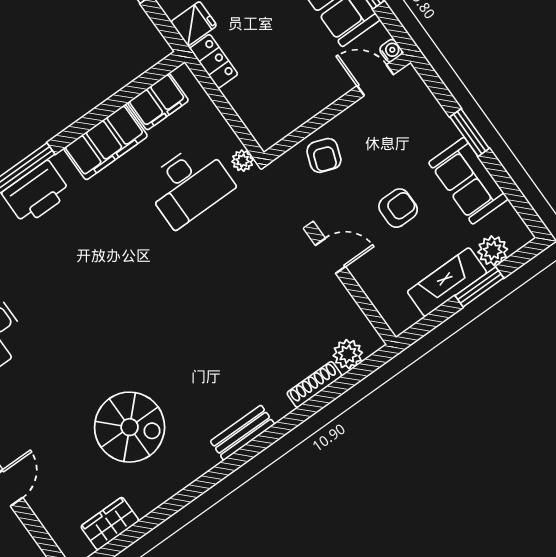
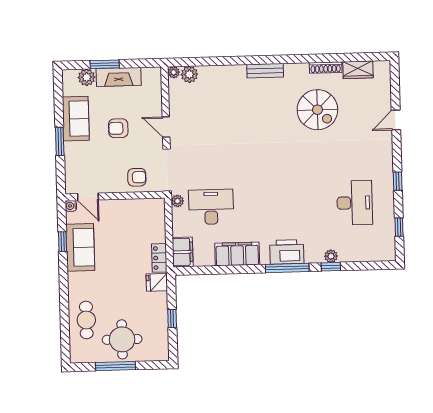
filing cabinet: (158, 102) -> (183, 252), moved, turned 90
armchair: (324, 155) -> (137, 177), turned 70
plant: (373, 342) -> (174, 72), added
shoe rack: (314, 384) -> (326, 68), moved
spiral stairs: (130, 427) -> (317, 110), turned 180

